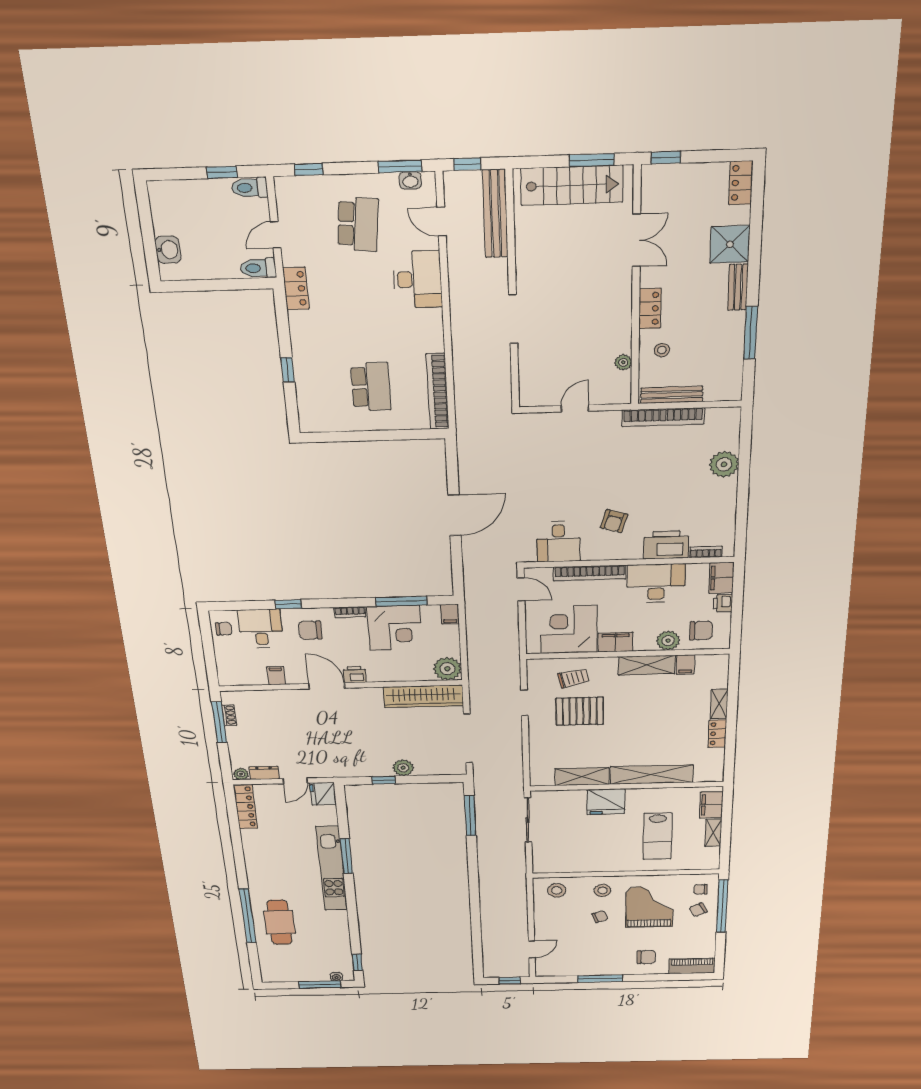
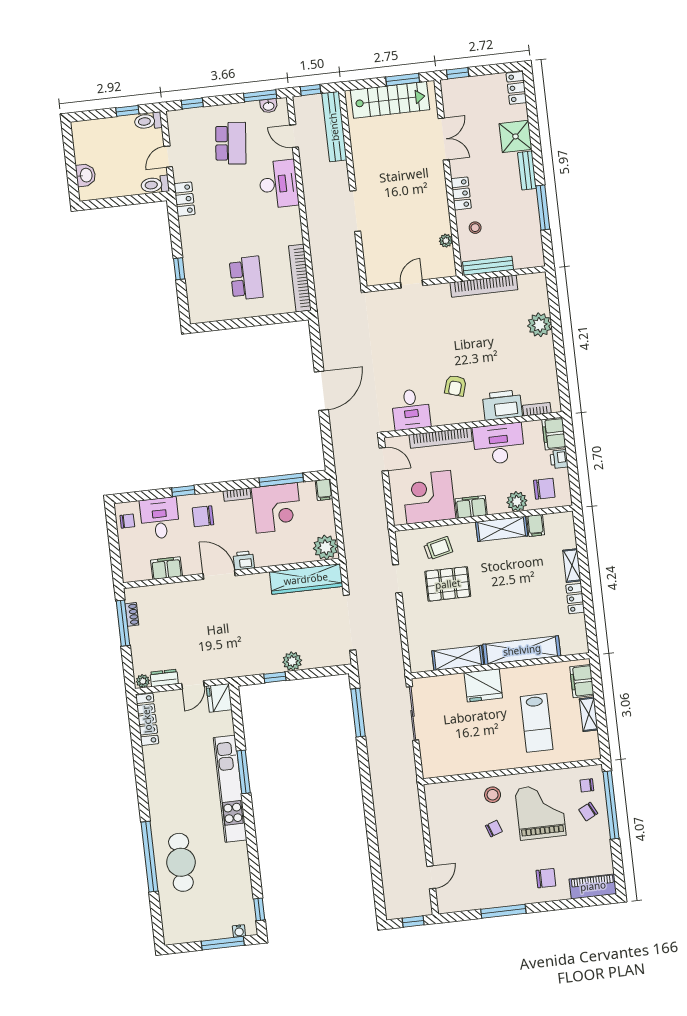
filing cabinet: (276, 676) -> (166, 568), width x2.00
stool: (557, 890) -> (448, 798), removed

